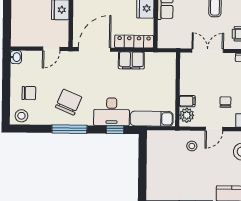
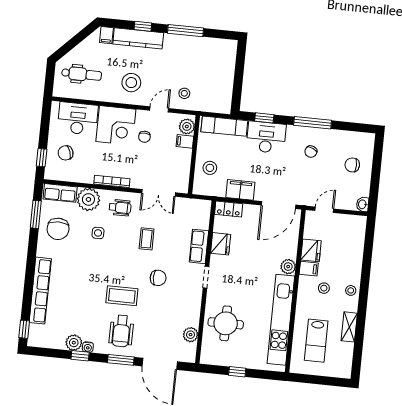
locker: (134, 41) -> (229, 209), width x0.66
chair: (69, 102) -> (311, 152), width x0.54, depth x0.54
stool: (21, 116) -> (210, 168), moved

